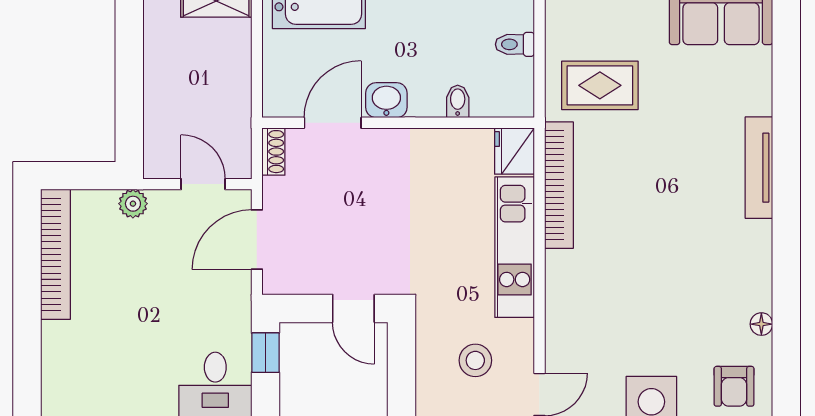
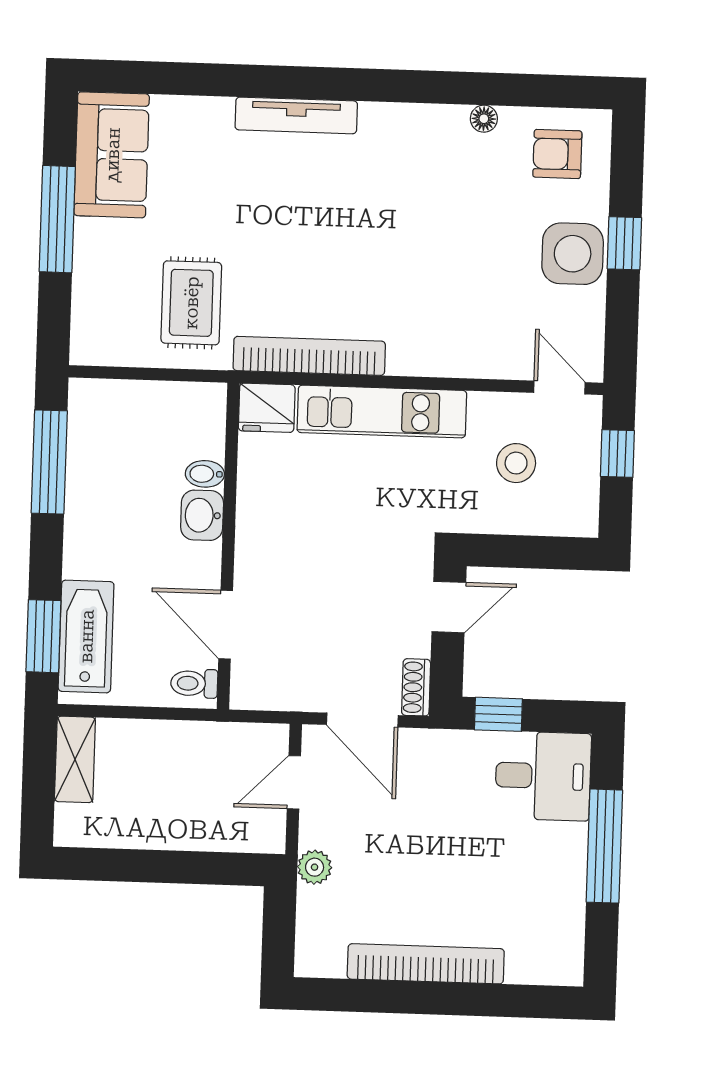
toilet: (515, 44) -> (194, 683), moved, turned 90
washbasin: (386, 100) -> (202, 515), moved
shoe rack: (273, 152) -> (416, 687), moved, turned -90
bookcase: (55, 254) -> (426, 964), moved
armchair: (734, 386) -> (557, 154), turned 180

